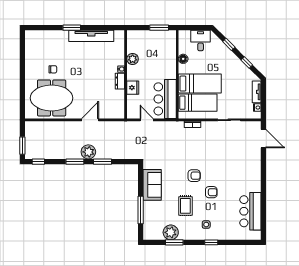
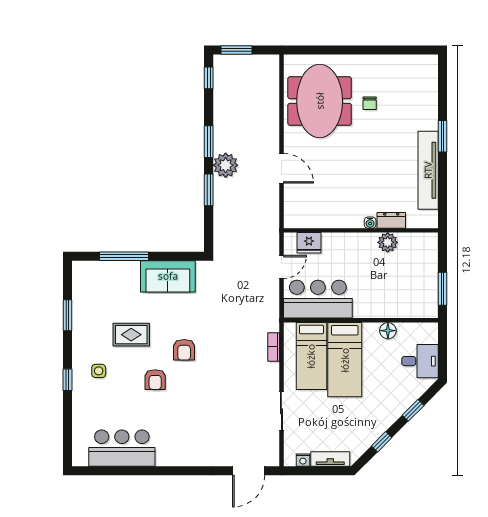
dresser: (120, 81) -> (391, 220), moved
fridge: (133, 88) -> (309, 243), moved
plant: (171, 232) -> (85, 309), removed

